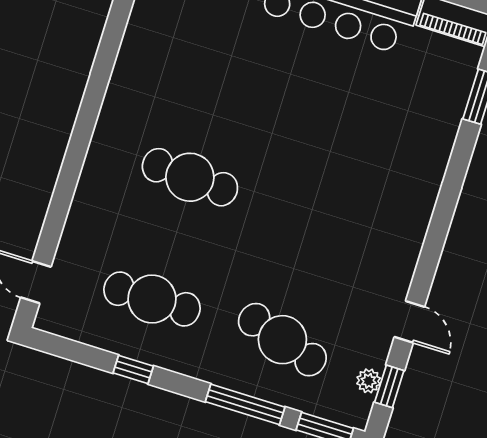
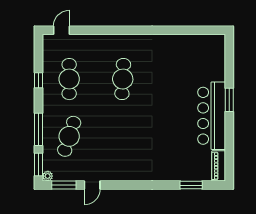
plant: (369, 381) -> (48, 176), moved
window: (389, 386) -> (64, 185), width x1.50

